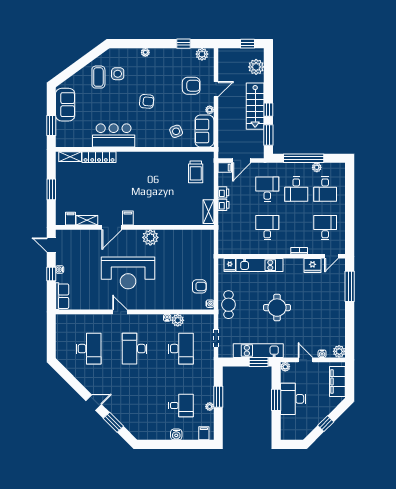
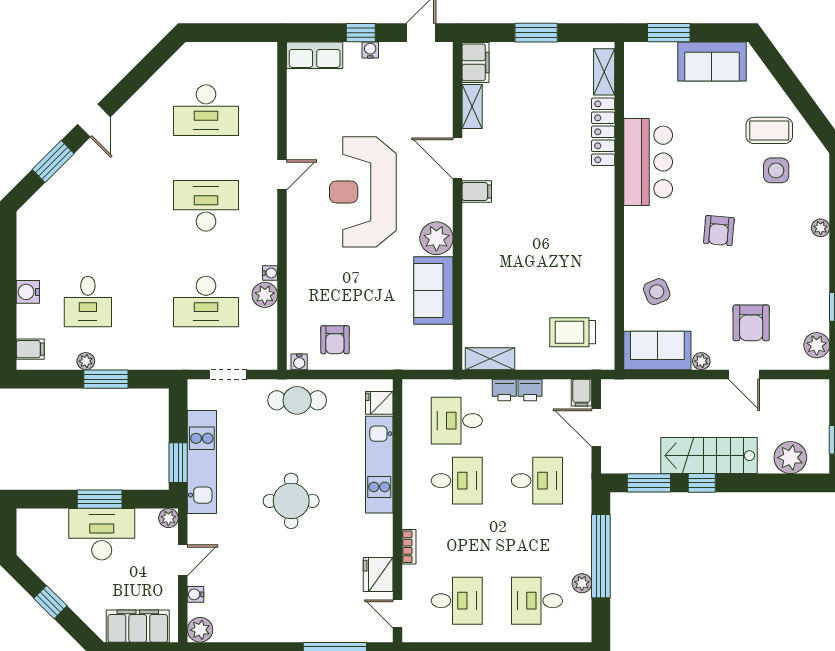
desk: (296, 189) -> (457, 421), moved
filing cabinet: (70, 219) -> (476, 62), width x2.00
sofa: (176, 239) -> (433, 290), added

